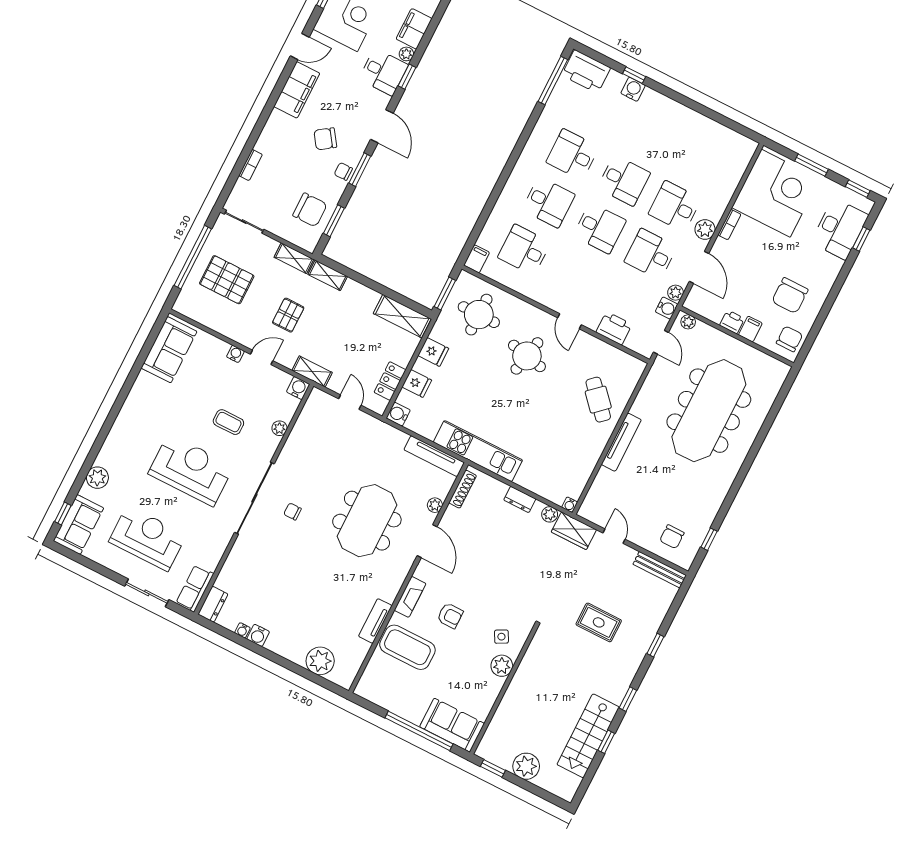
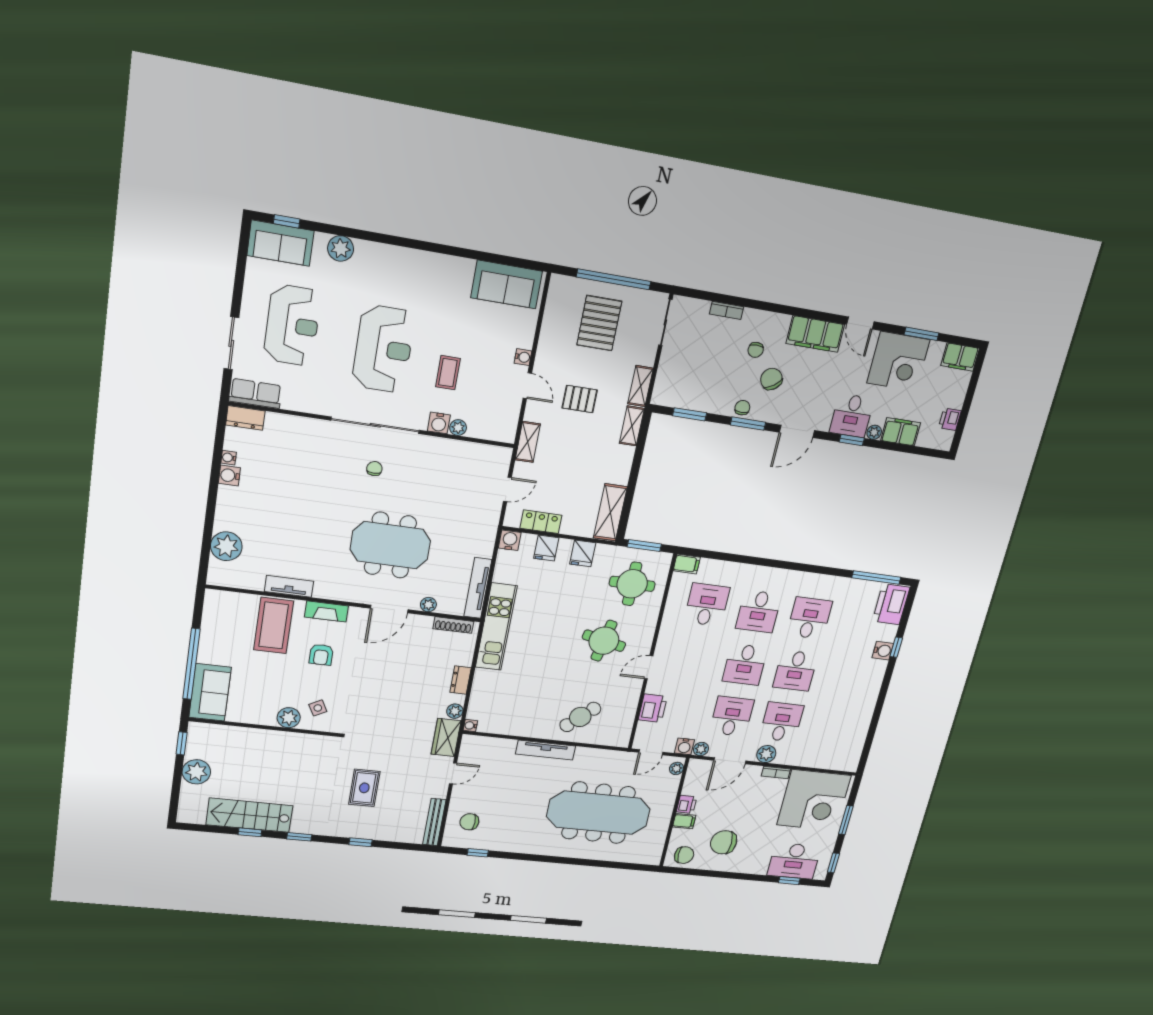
chair: (310, 210) -> (756, 350), moved, width x0.54, depth x0.54
water cooler: (298, 388) -> (439, 423), moved, turned 90

